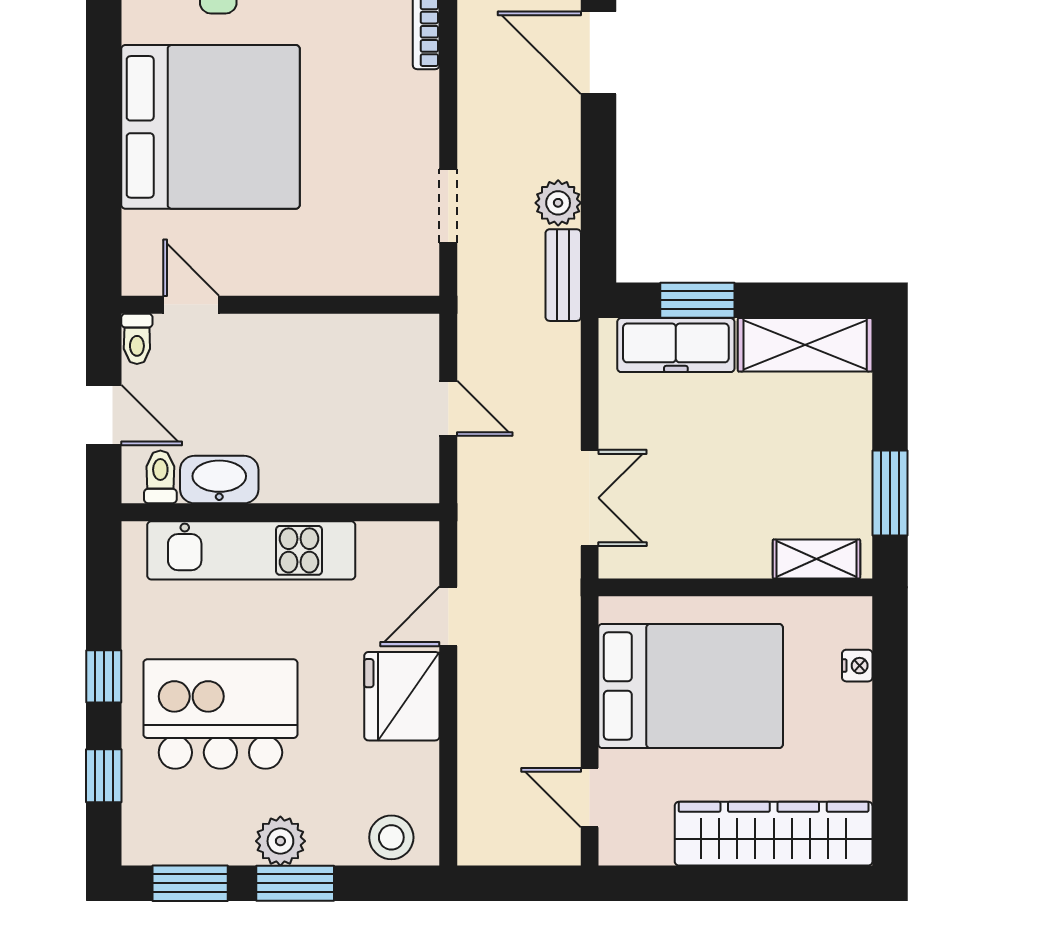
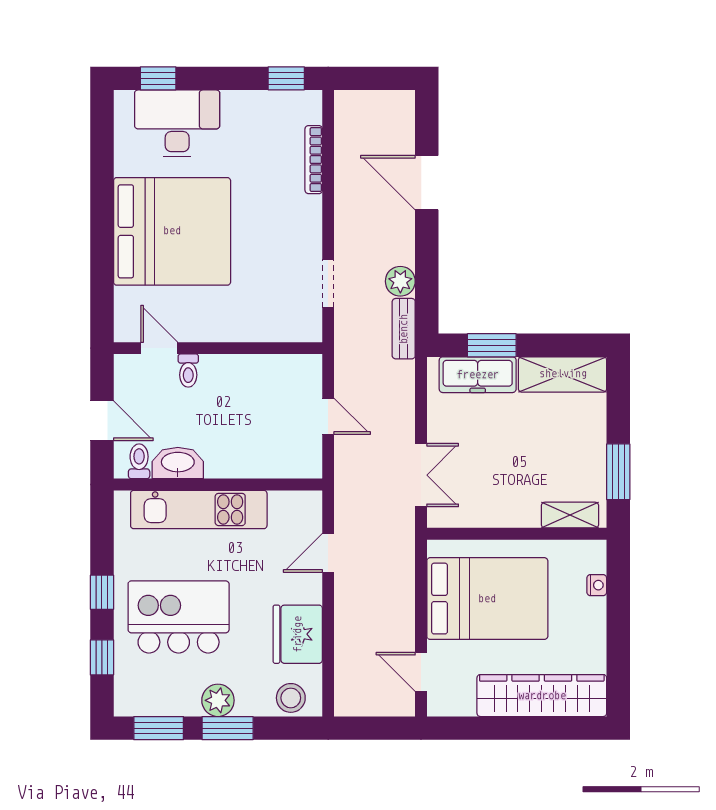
toilet: (137, 339) -> (188, 371), moved
fridge: (402, 696) -> (298, 634), moved

